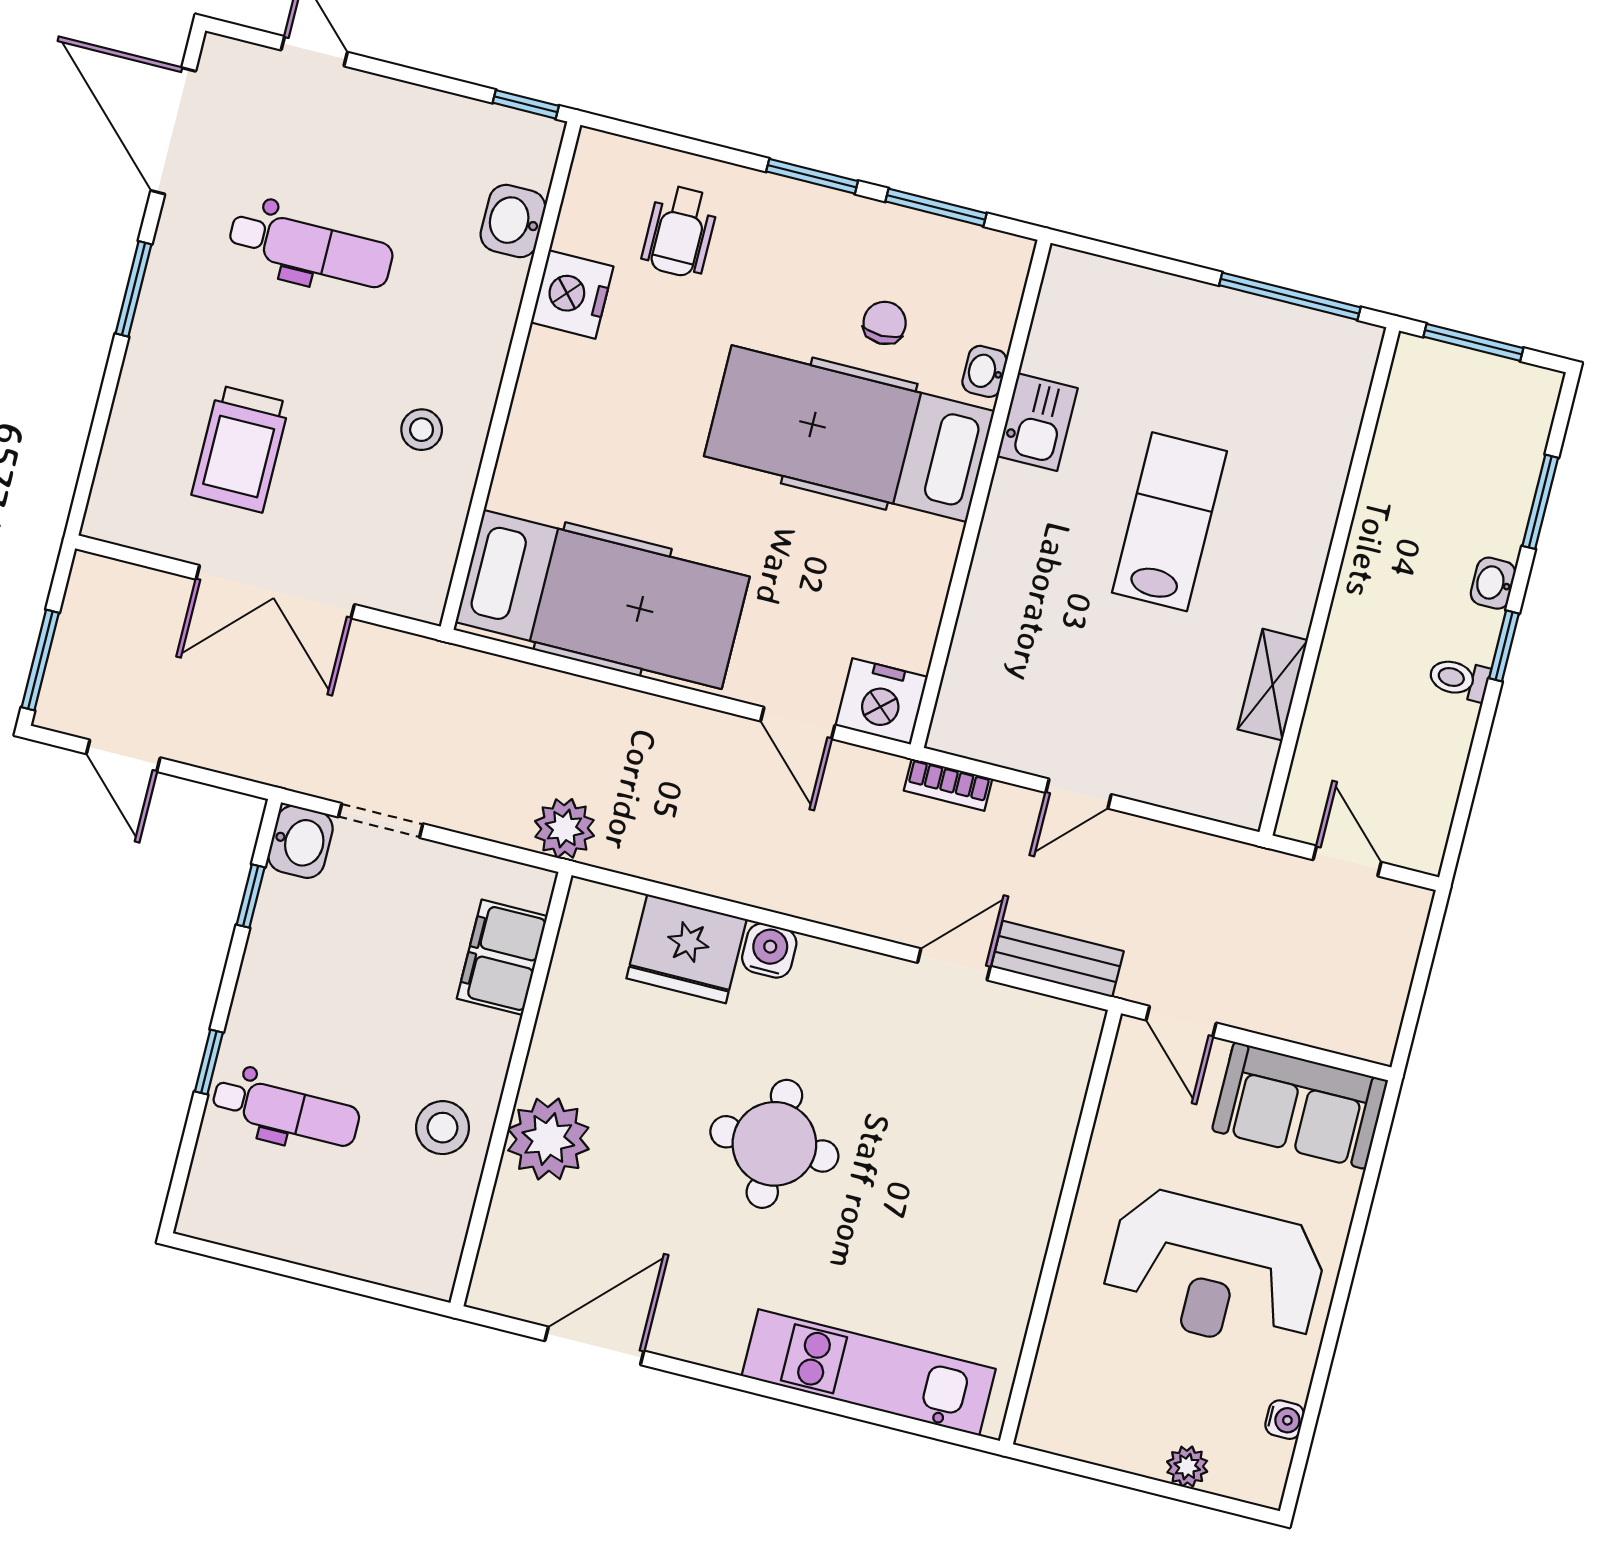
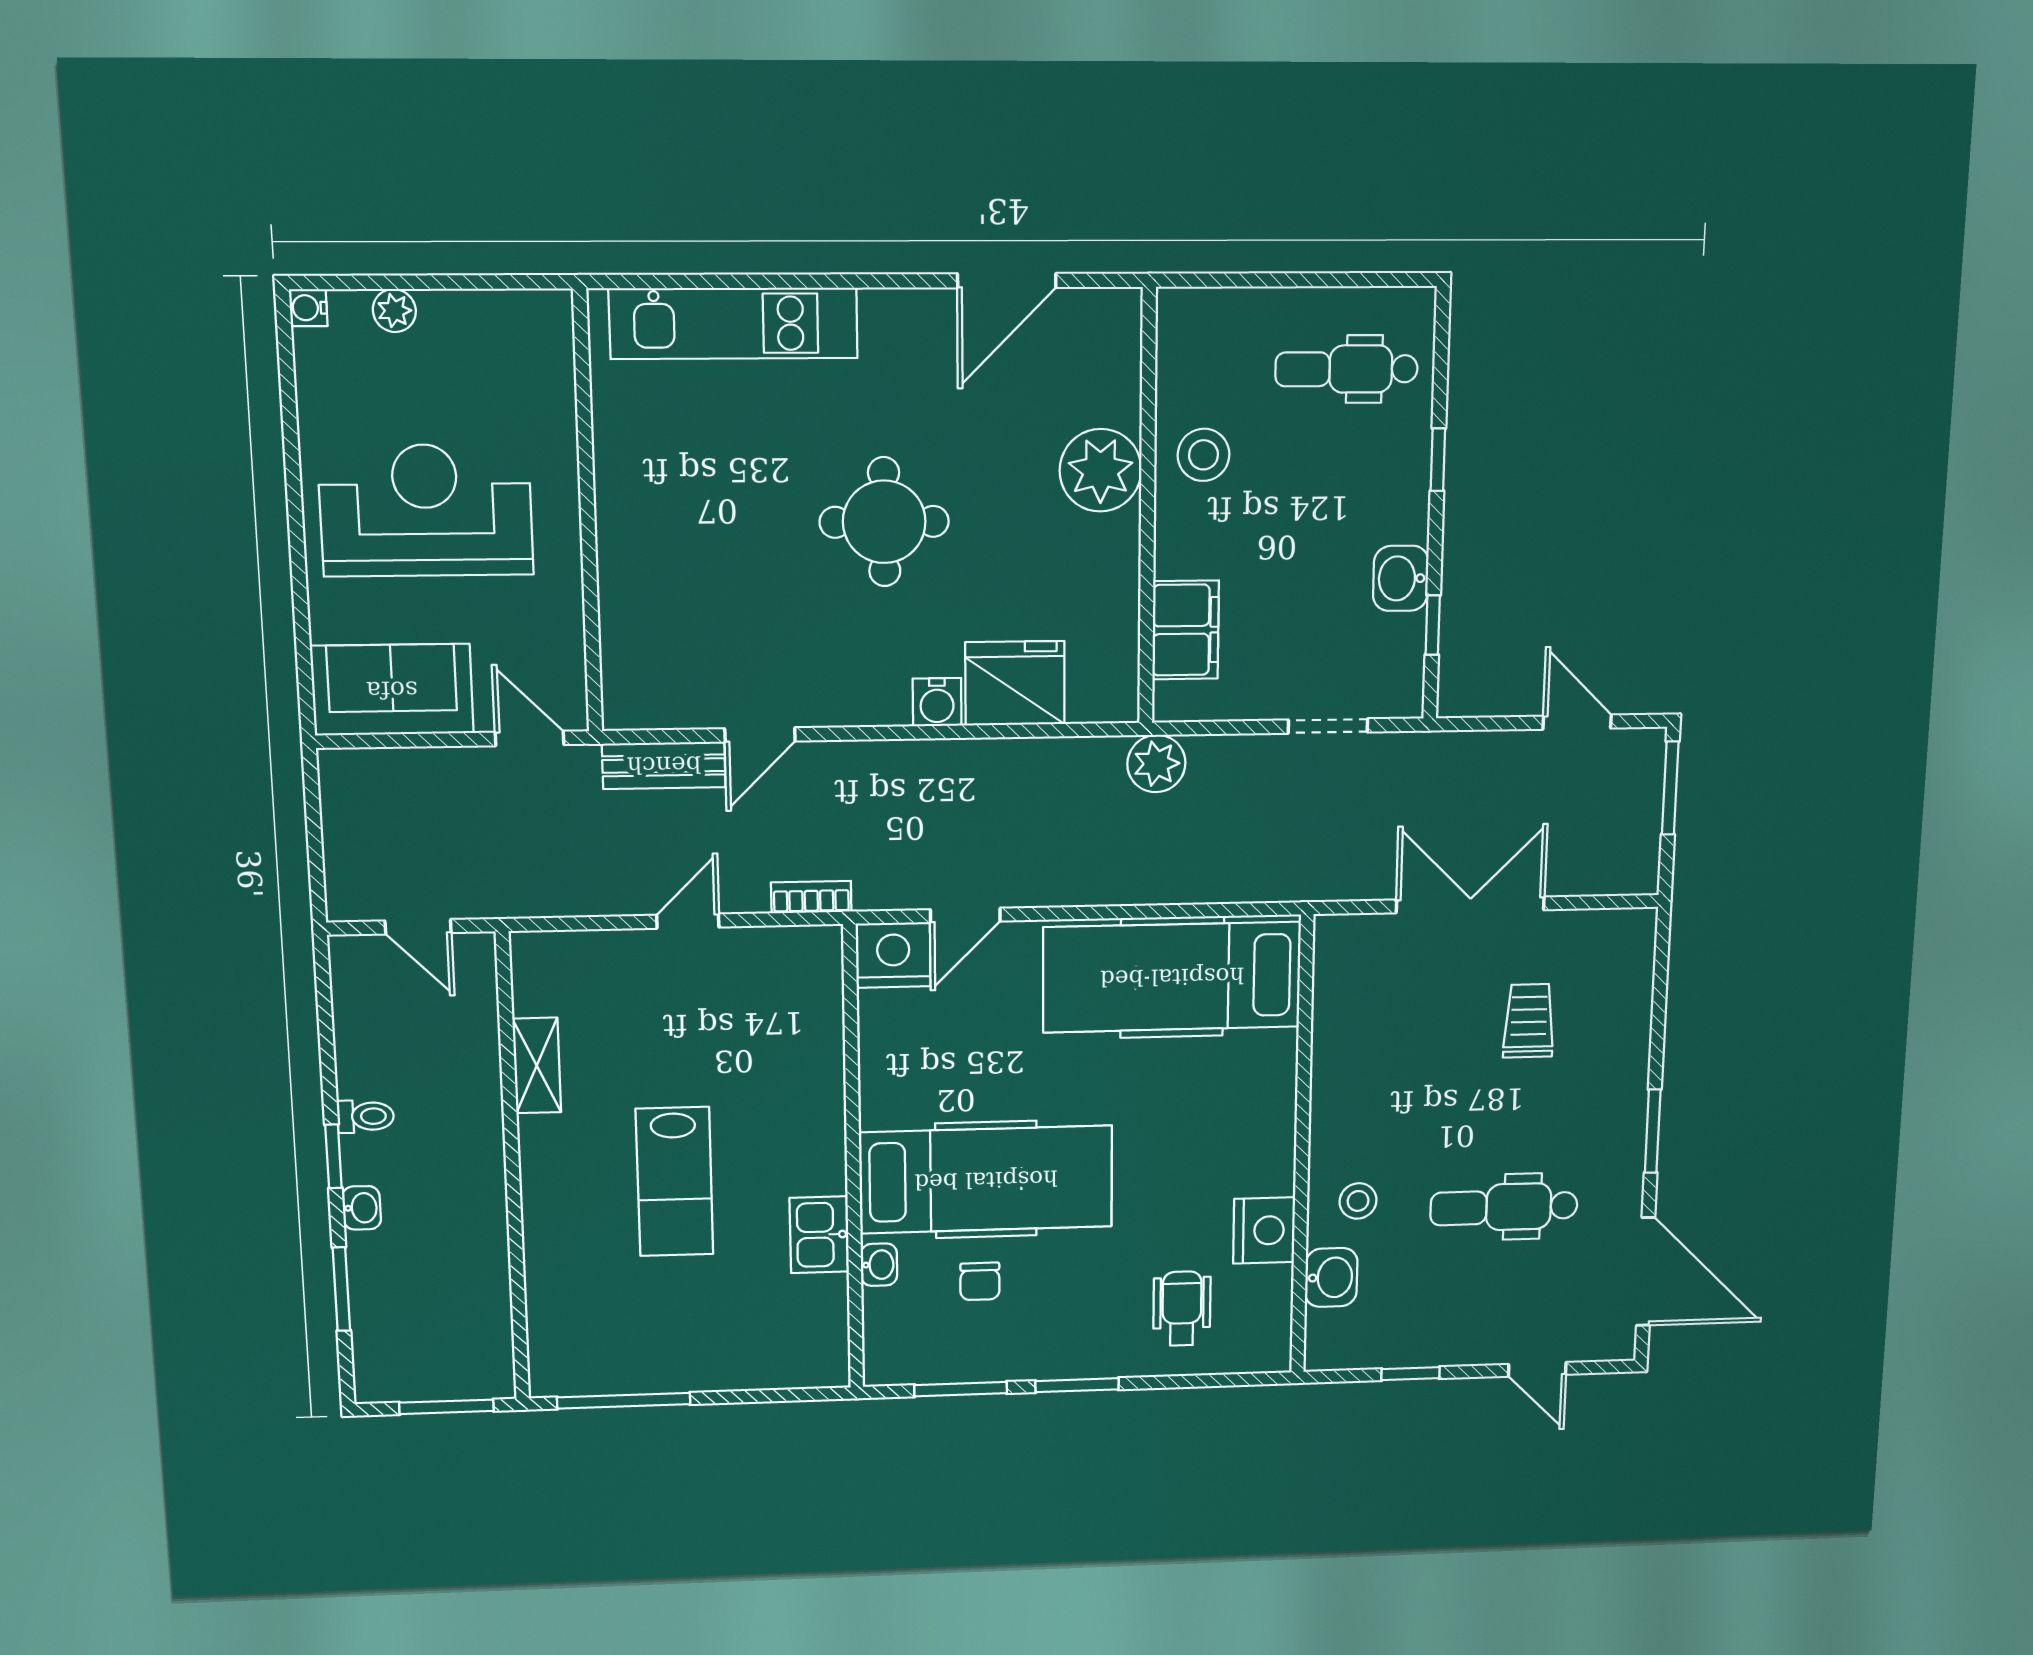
window: (526, 104) -> (1410, 1374), moved
stool: (422, 430) -> (1358, 1201), moved
trolley: (241, 449) -> (1529, 1021), width x0.73, depth x0.72
door: (798, 723) -> (965, 915), swing flipped
washbasin: (300, 842) -> (1401, 578), moved
dental chair: (286, 1111) -> (1347, 369), moved
water cooler: (1285, 1420) -> (308, 308), moved

